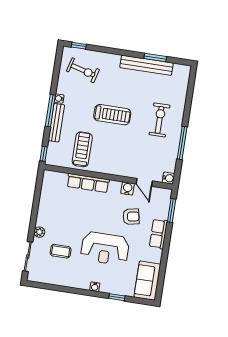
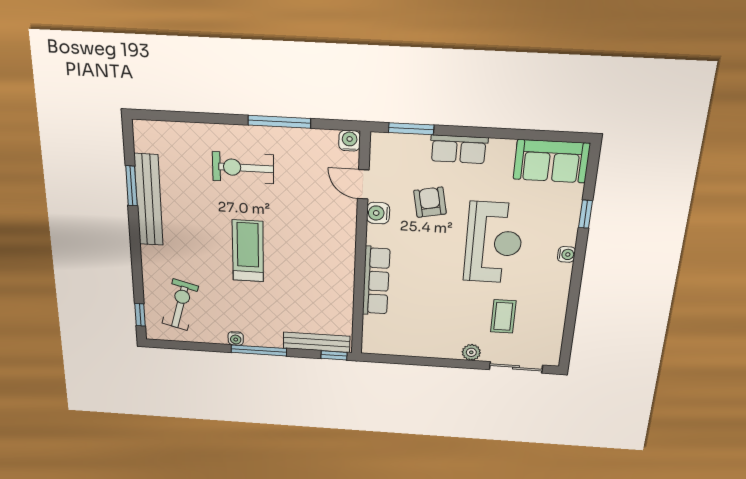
bench: (56, 123) -> (317, 342), moved
treadmill: (82, 149) -> (317, 295), removed
door: (144, 182) -> (363, 184), swing flipped

